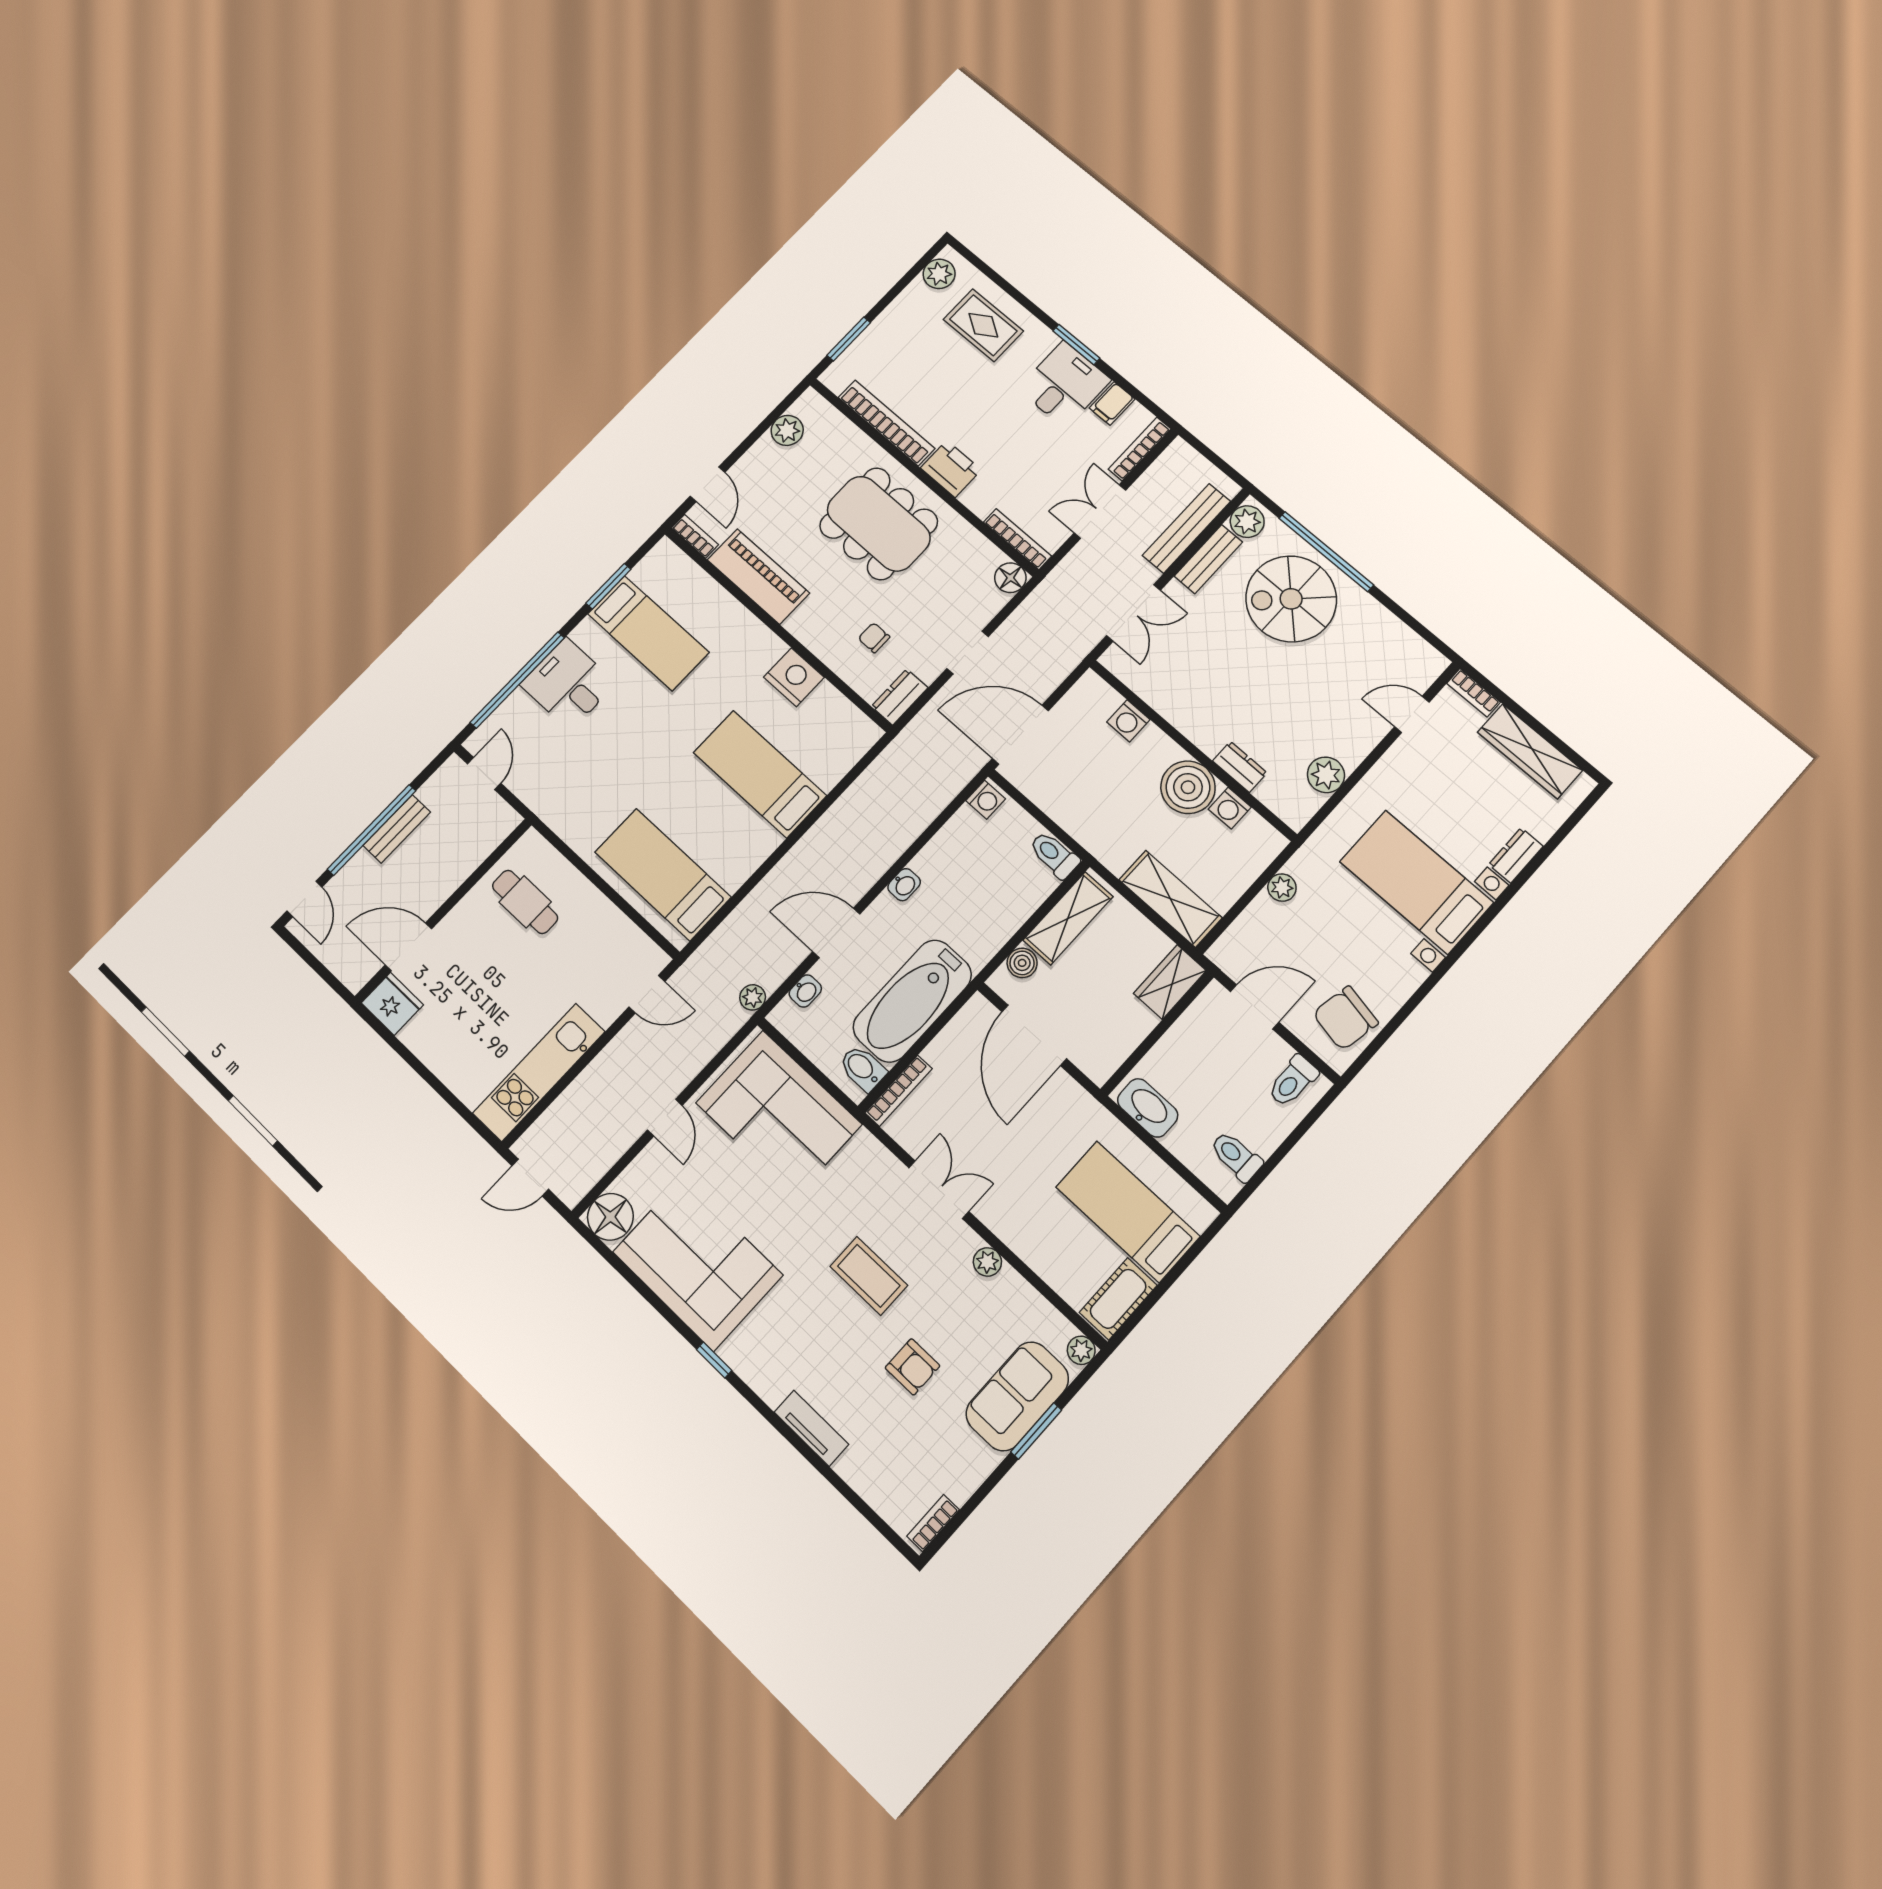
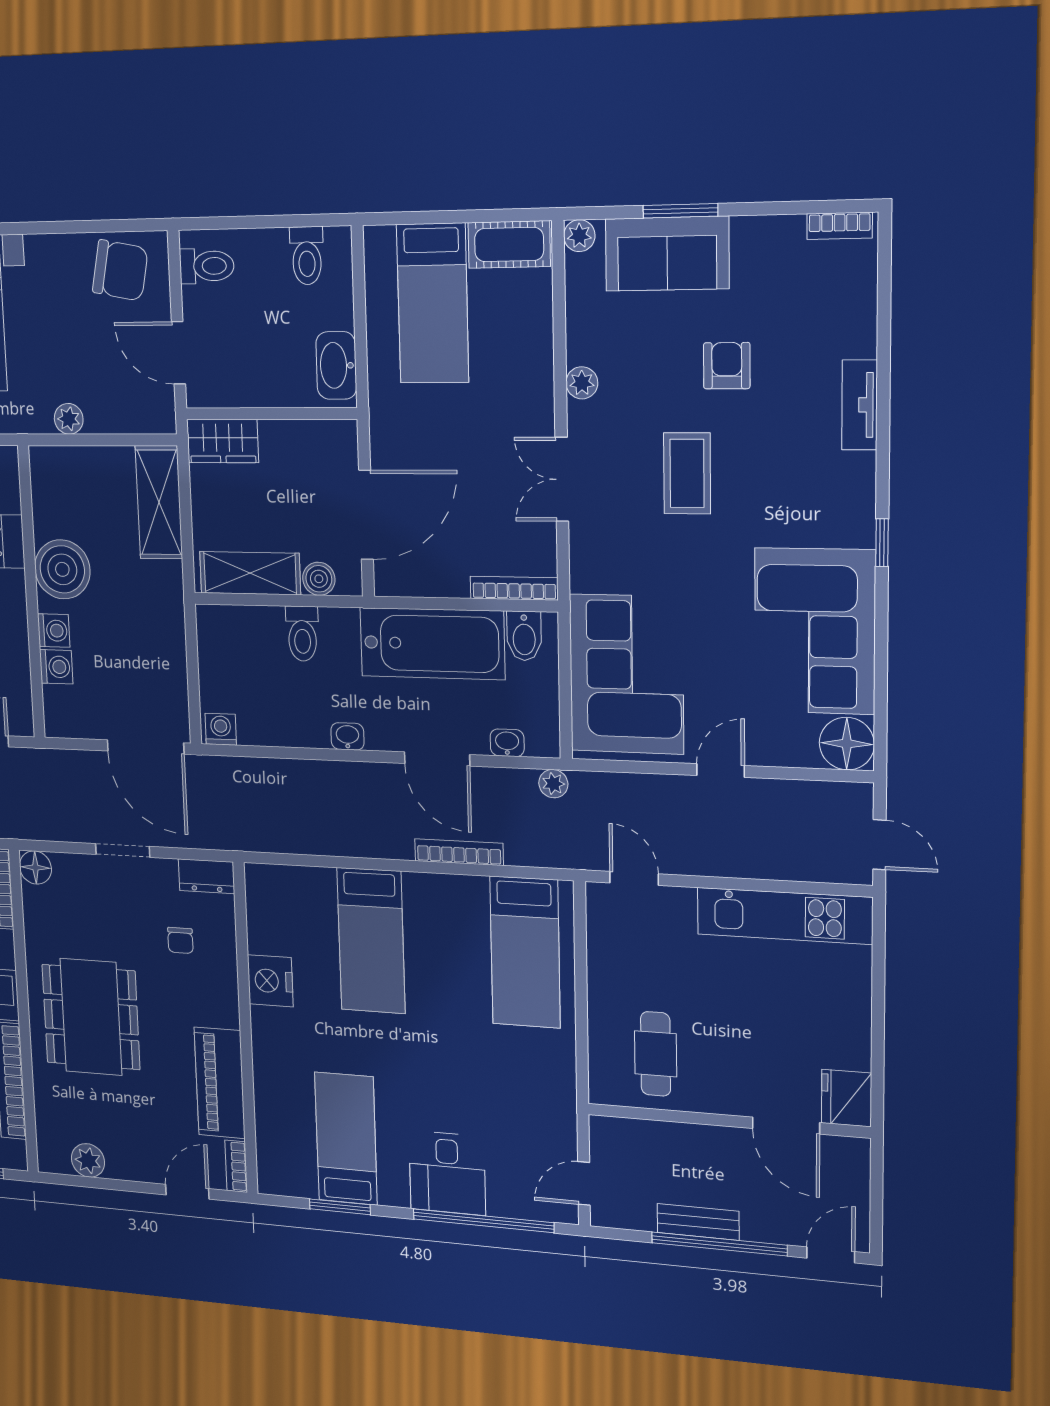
washing machine: (1230, 808) -> (54, 631), moved
toilet: (1054, 855) -> (302, 634), moved
bookcase: (764, 890) -> (459, 852), added

